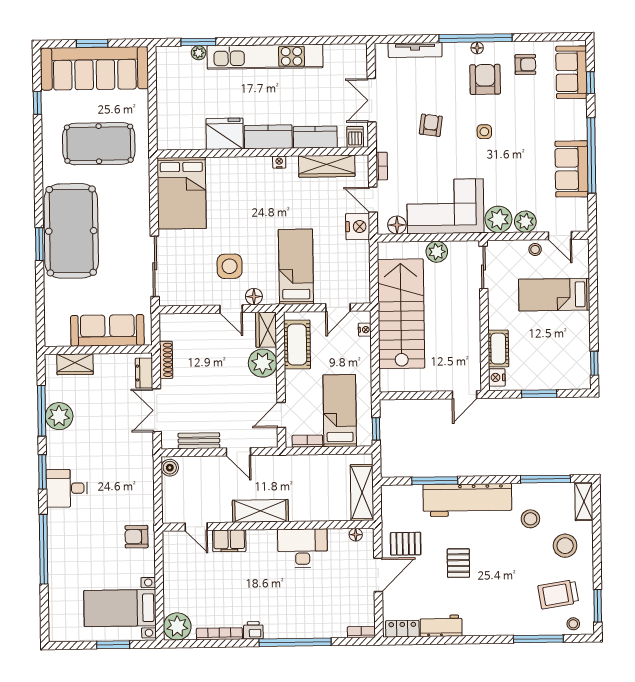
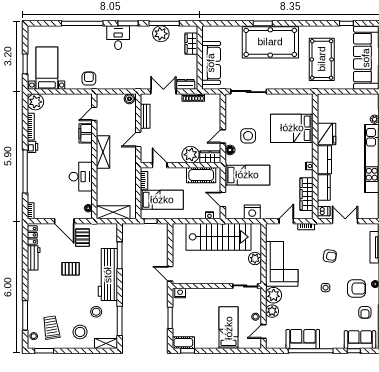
bed: (182, 193) -> (292, 128), moved
floor lamp: (397, 225) -> (271, 235), removed
nightstand: (358, 227) -> (252, 212), moved
cot: (498, 349) -> (183, 343), moved

